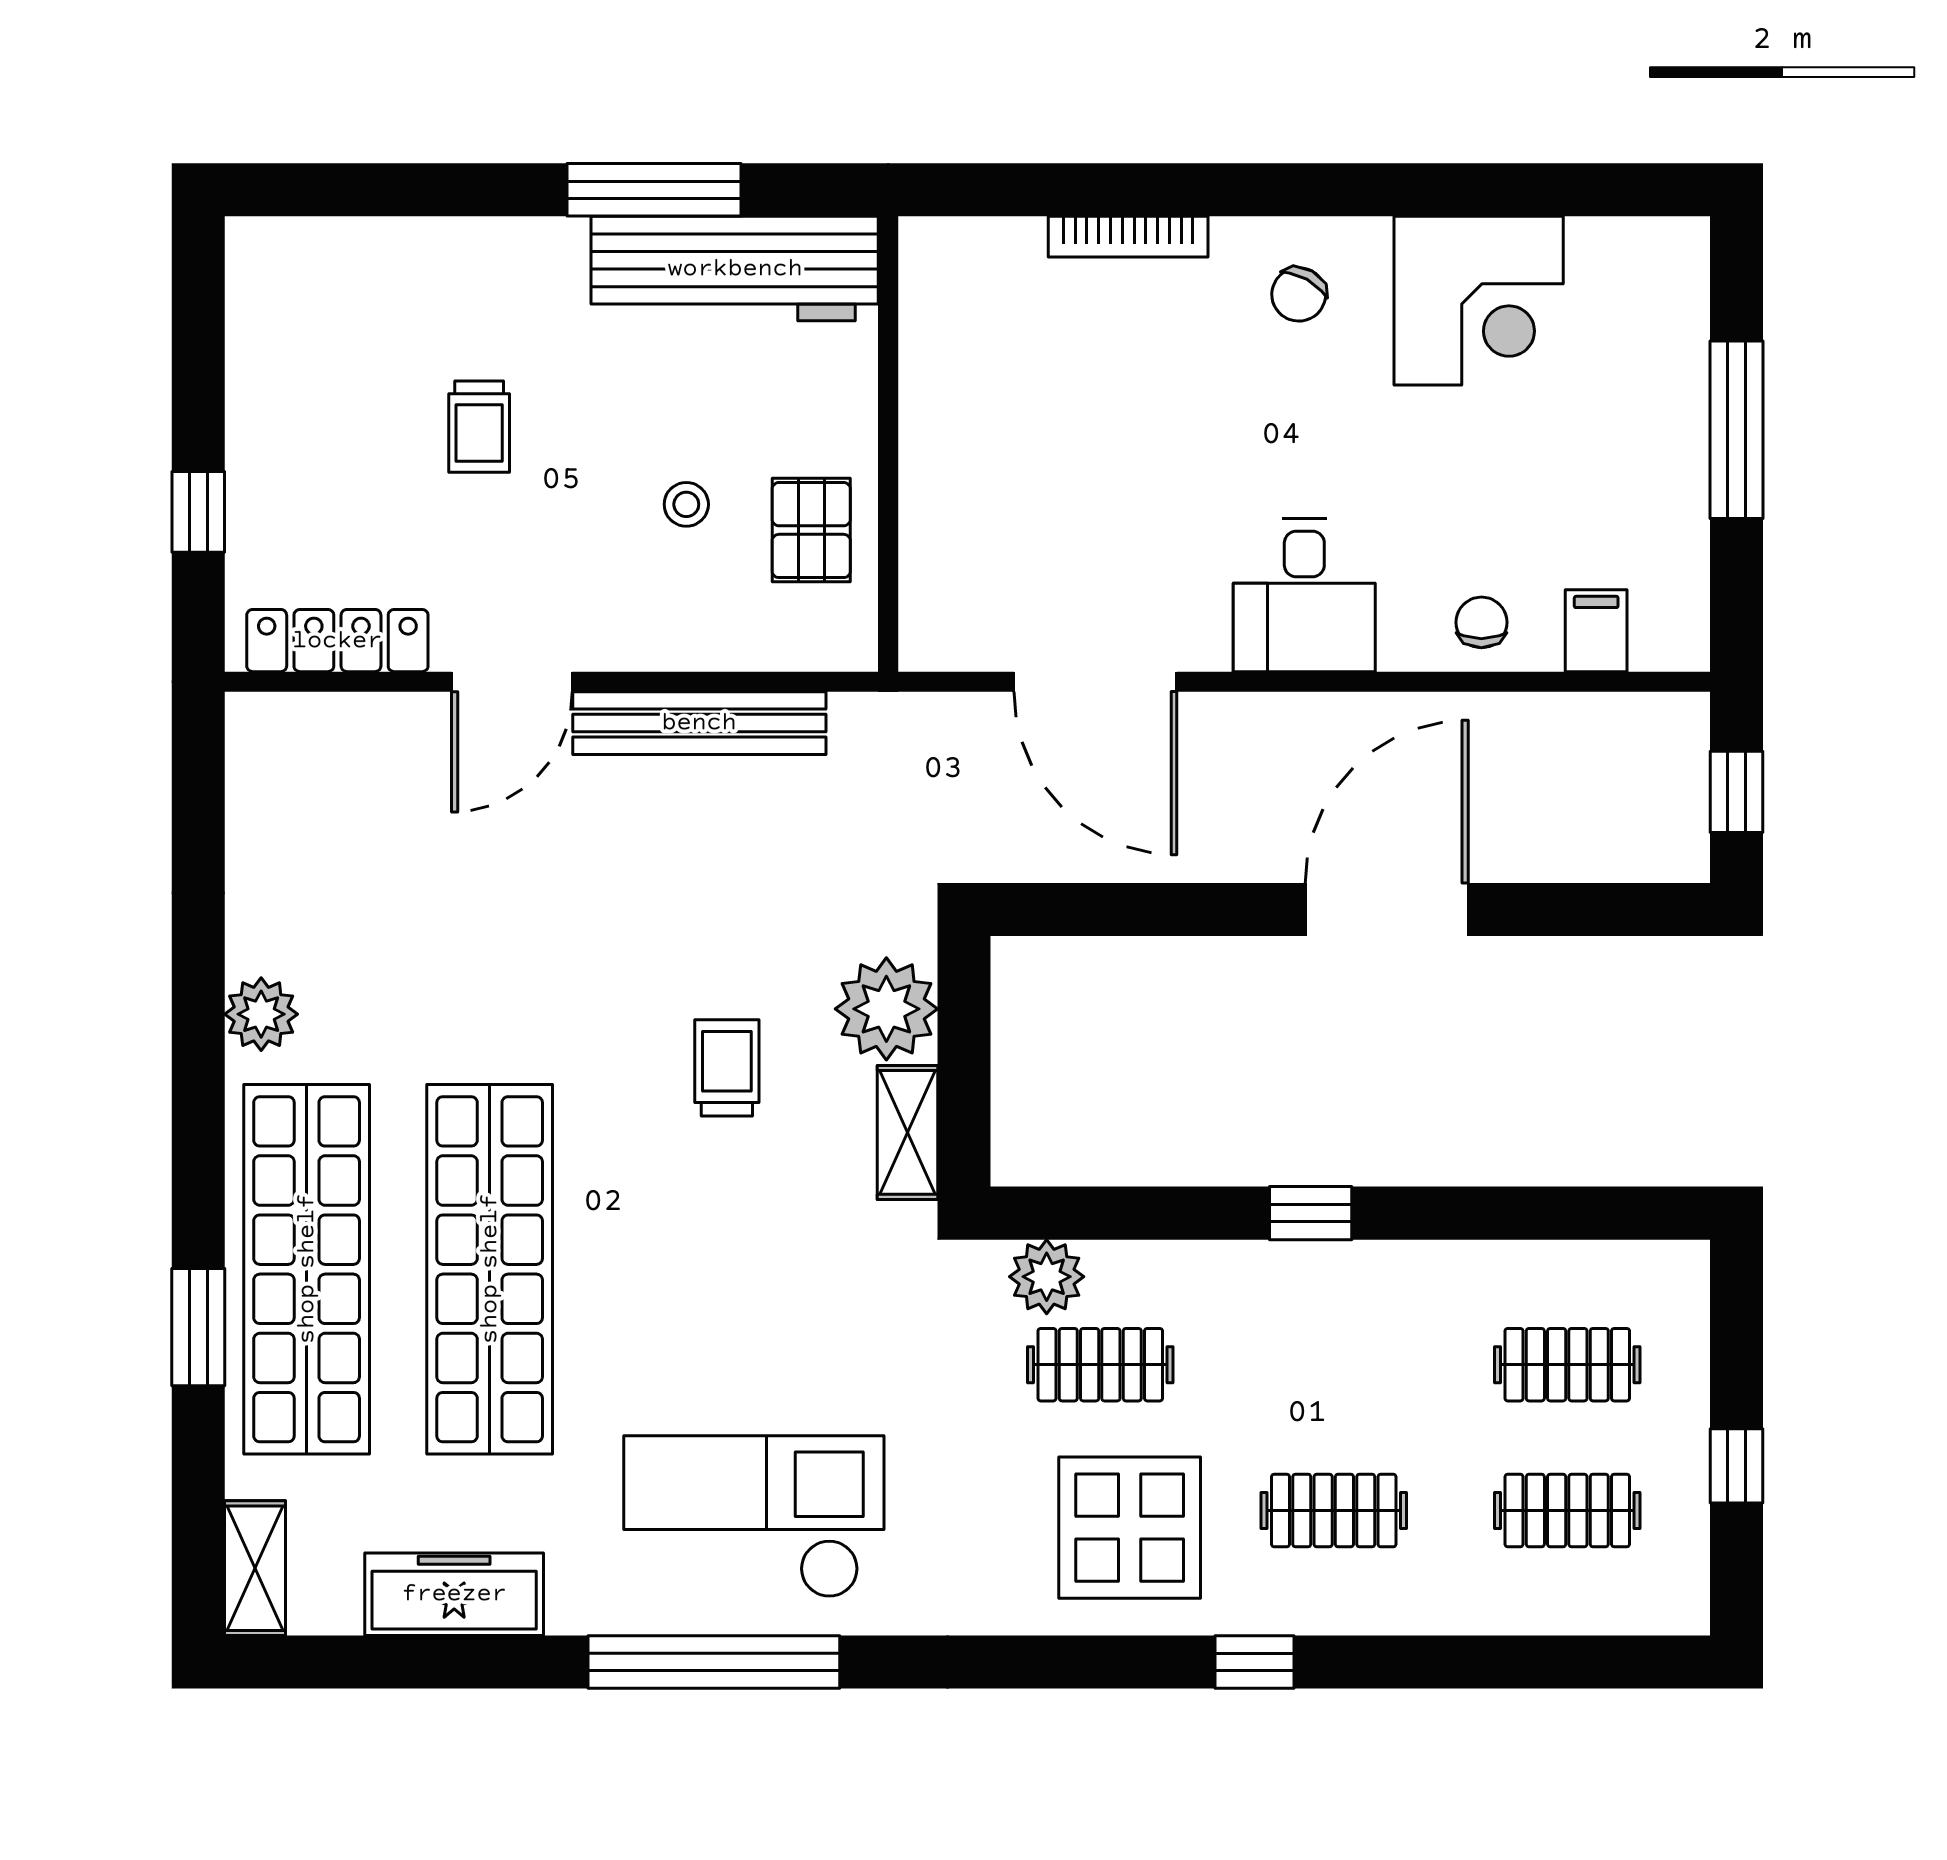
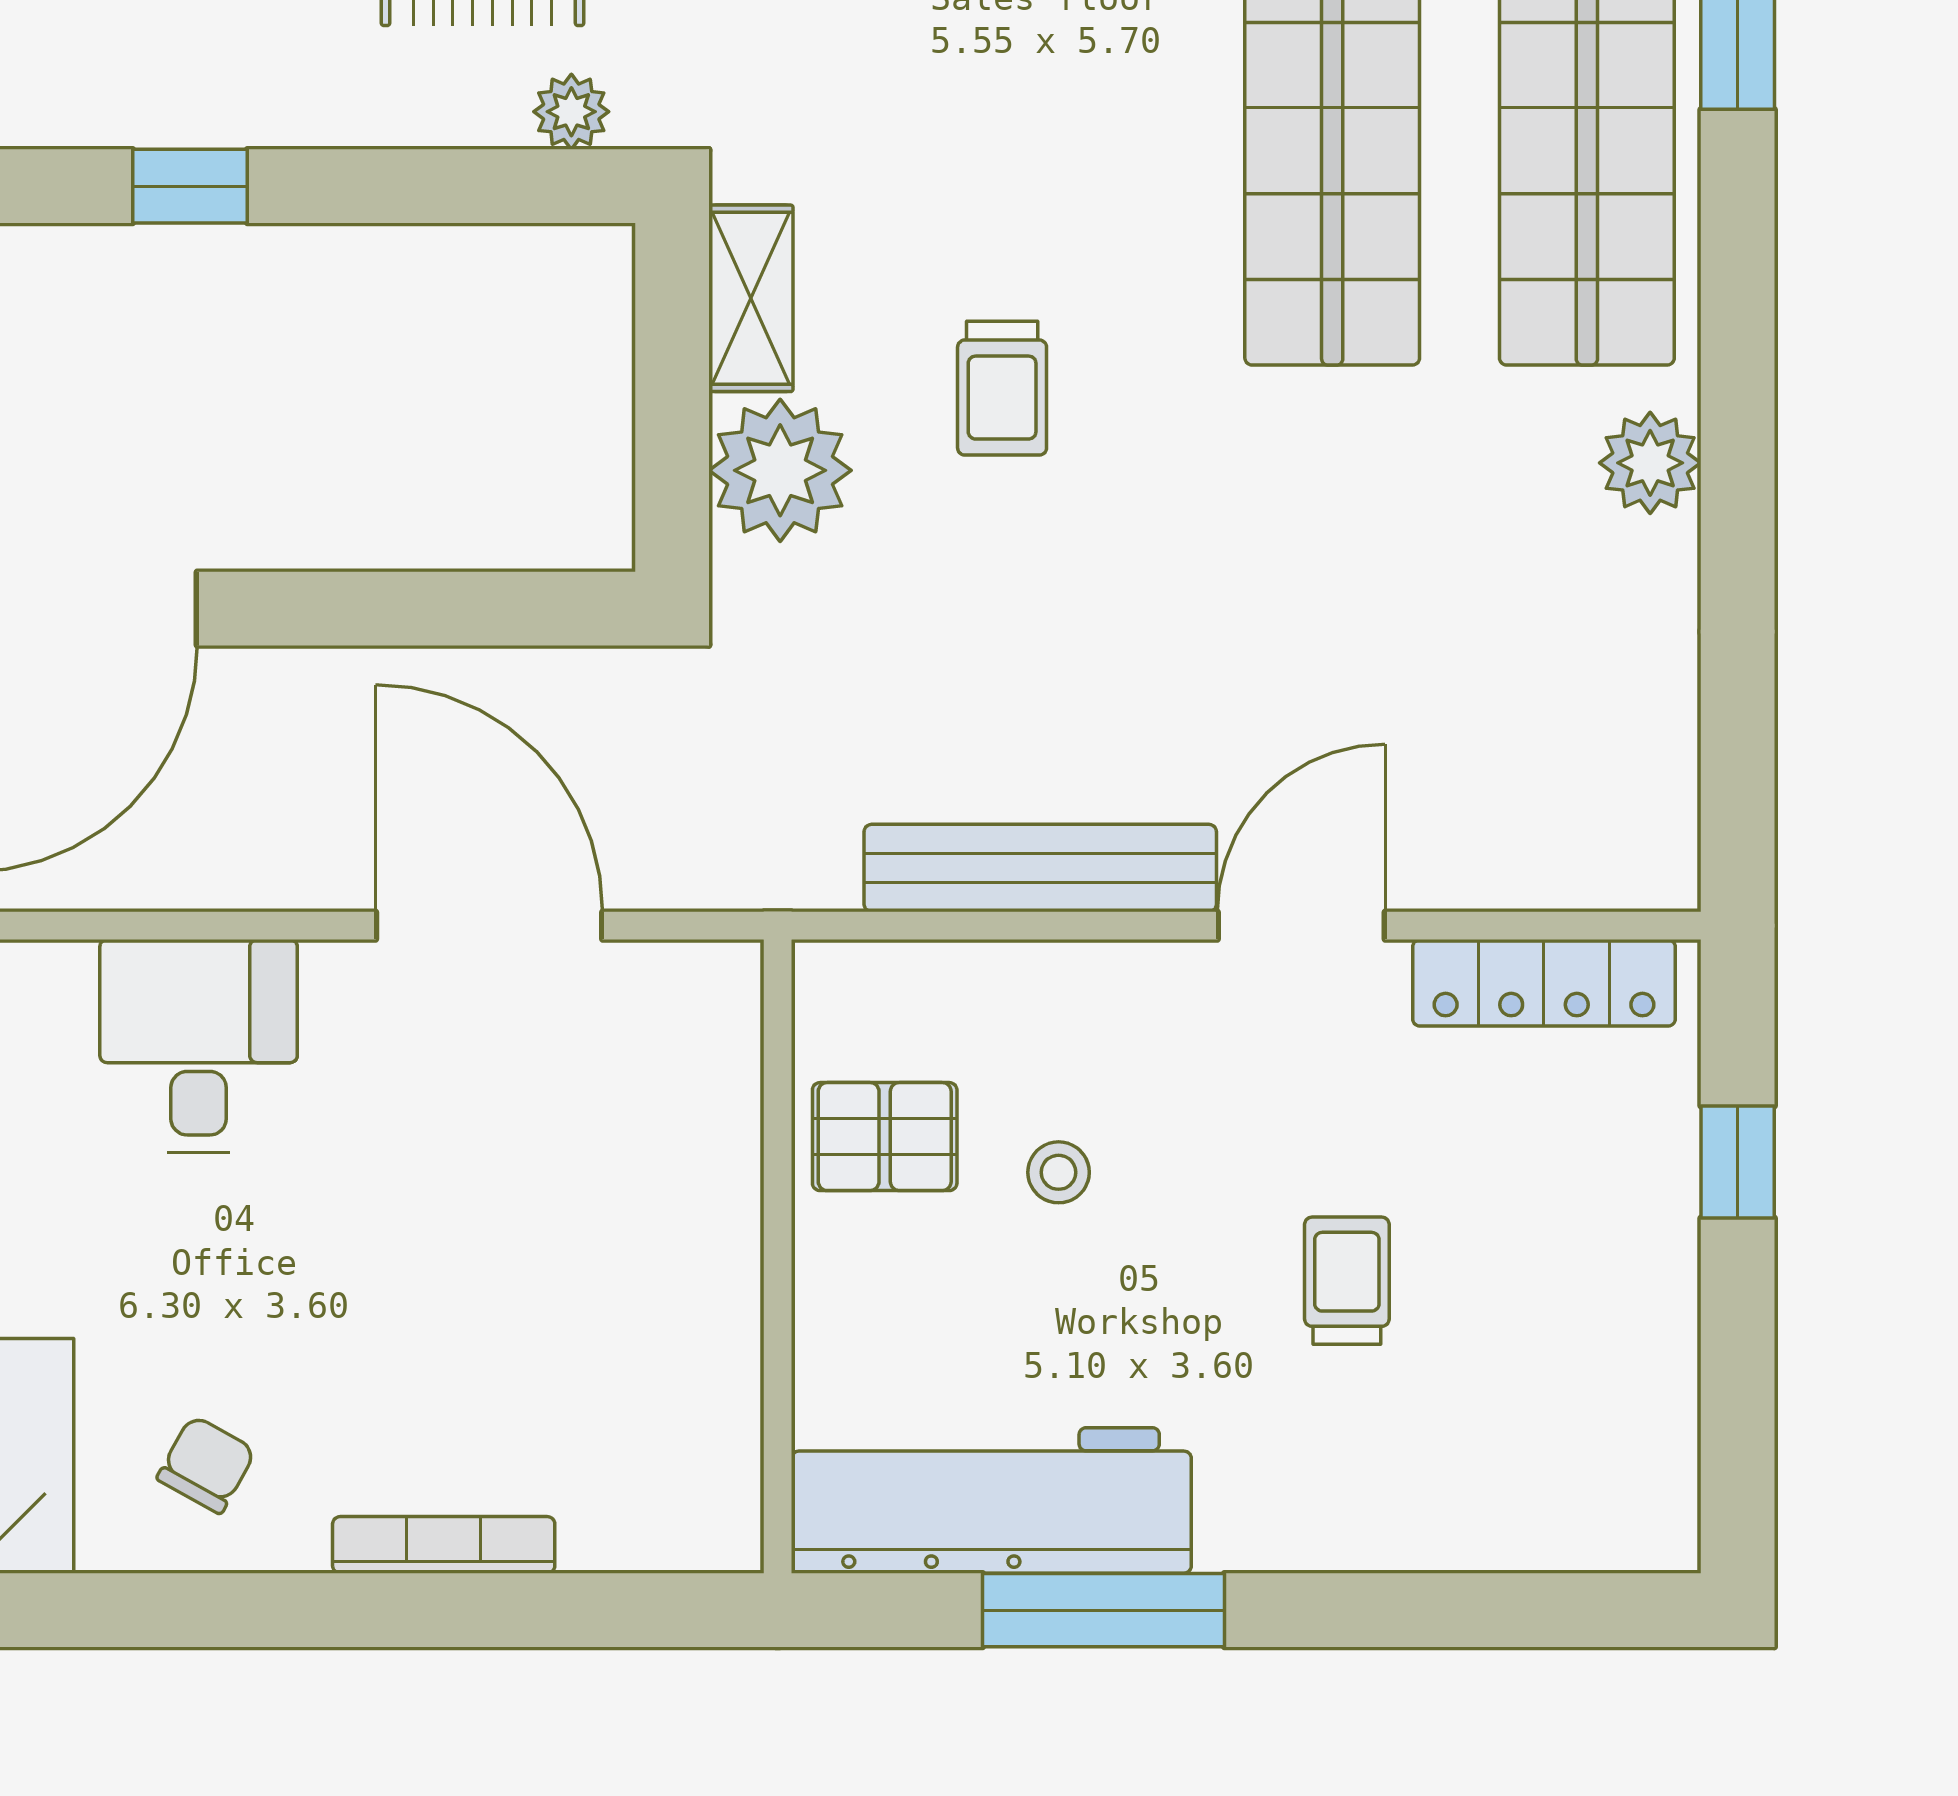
pallet: (811, 530) -> (885, 1137), turned 90
plant: (1047, 1277) -> (571, 112), width x0.73, depth x0.73

